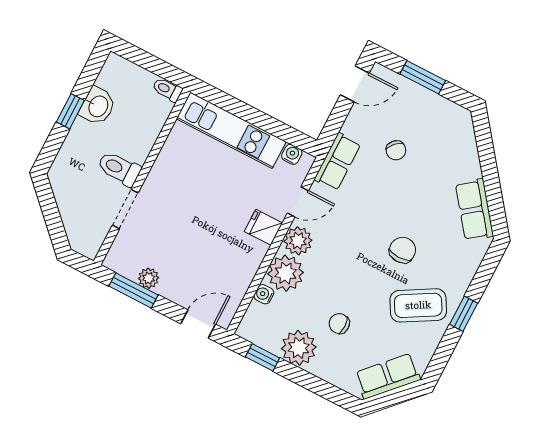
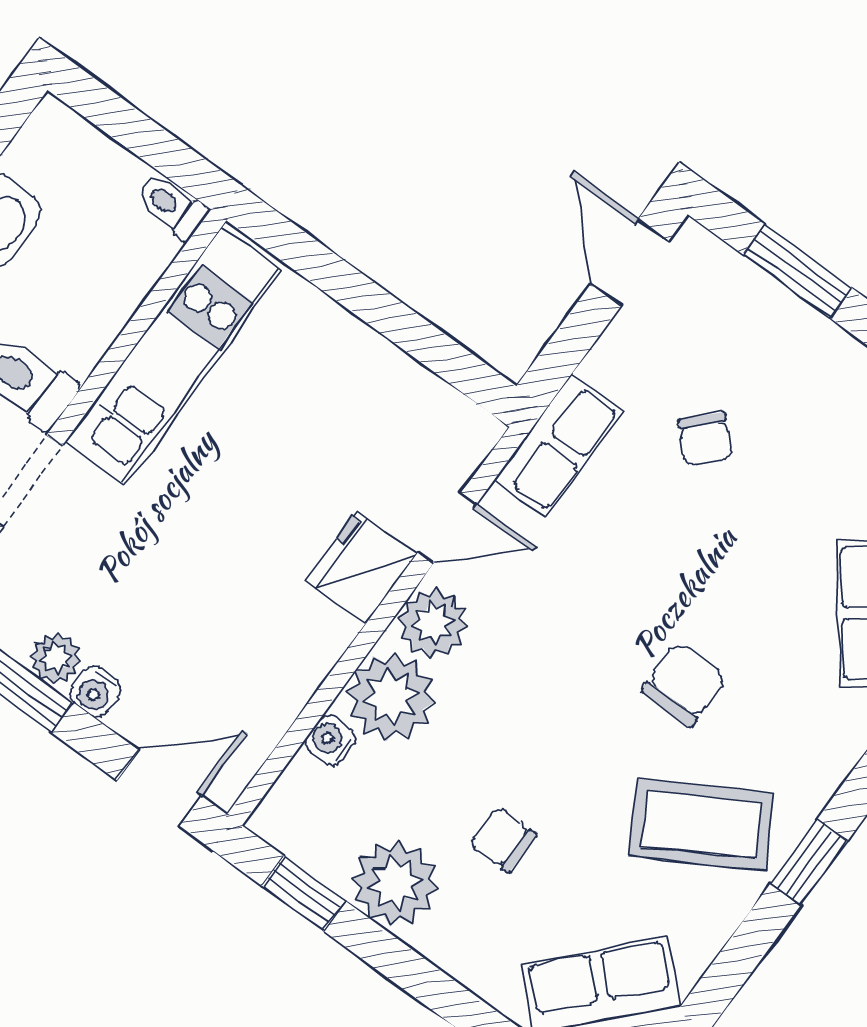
door: (355, 84) -> (630, 262), swing flipped
kitchen unit: (231, 130) -> (174, 356), moved, turned -90
water cooler: (292, 154) -> (95, 692), moved, turned 180
fridge: (263, 227) -> (361, 568), width x1.38

